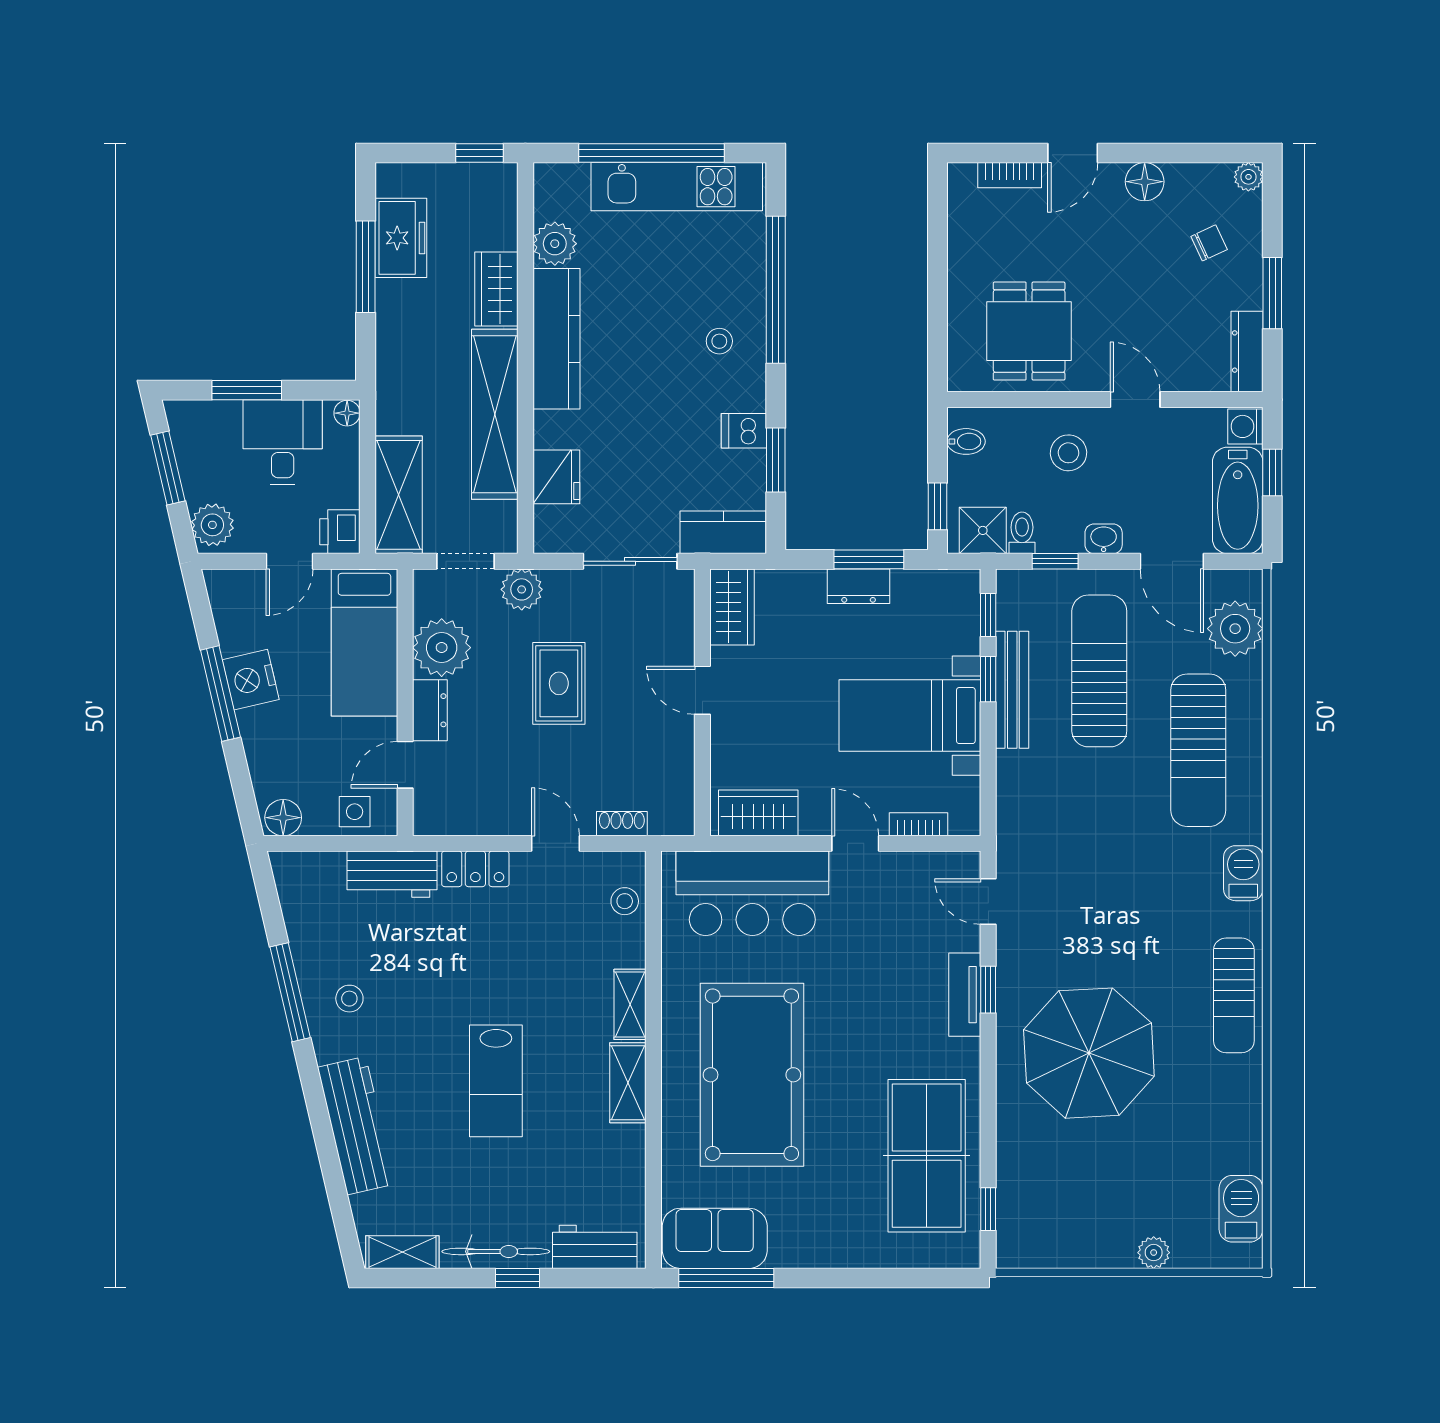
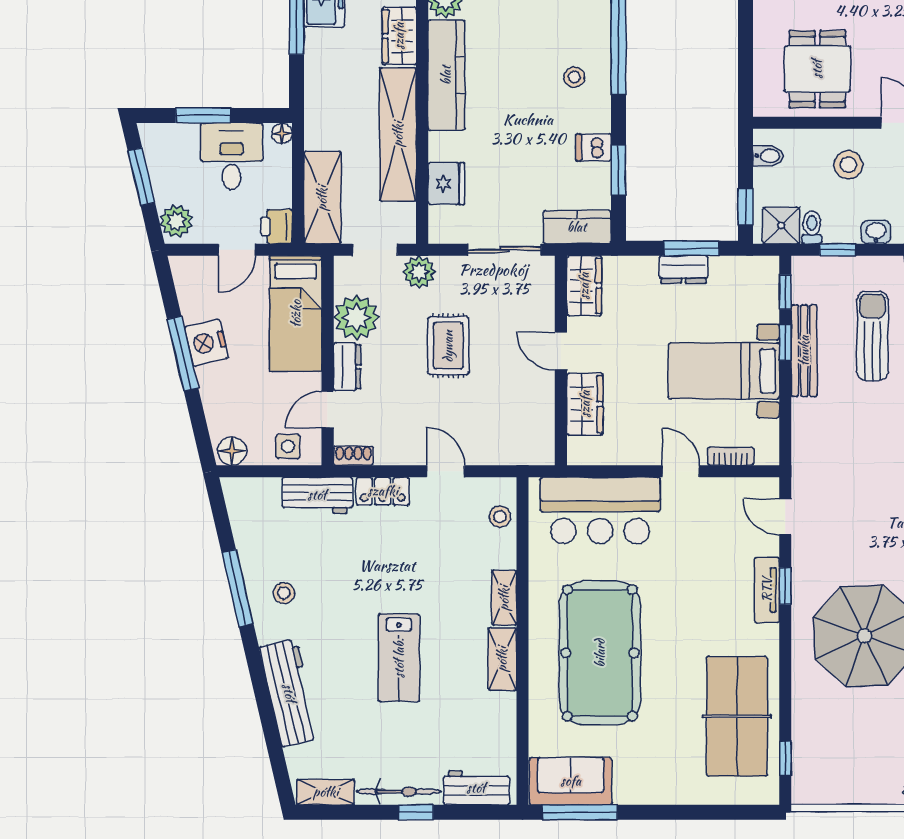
sun lounger: (1099, 671) -> (872, 336), width x0.73, depth x0.75
wardrobe: (758, 813) -> (585, 404), moved, turned 90
shoe rack: (622, 824) -> (353, 456), moved

